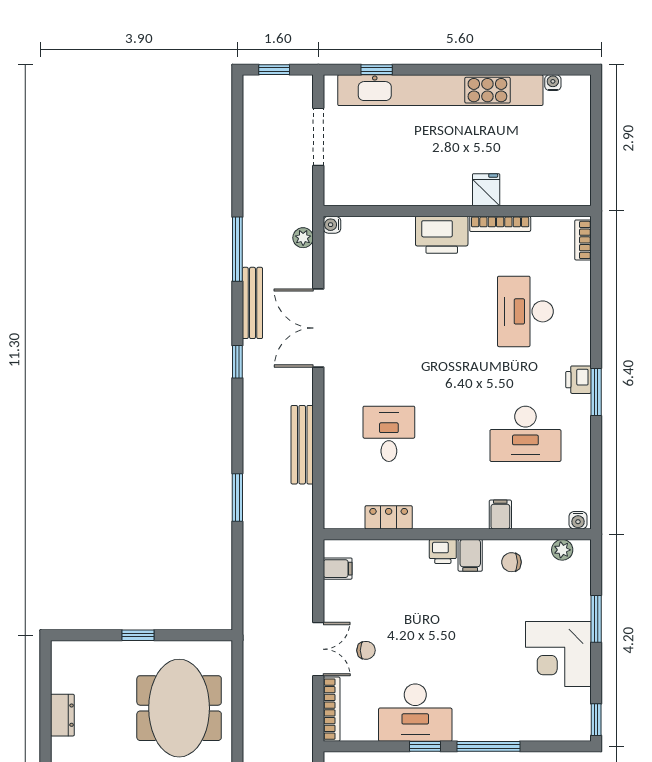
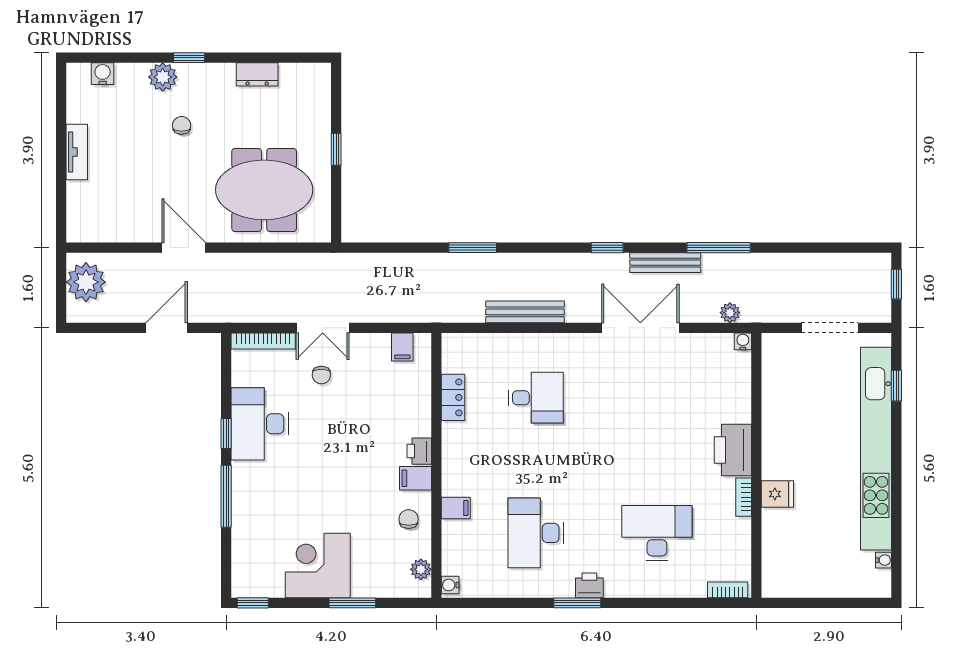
bookcase: (500, 224) -> (744, 497), width x0.64

